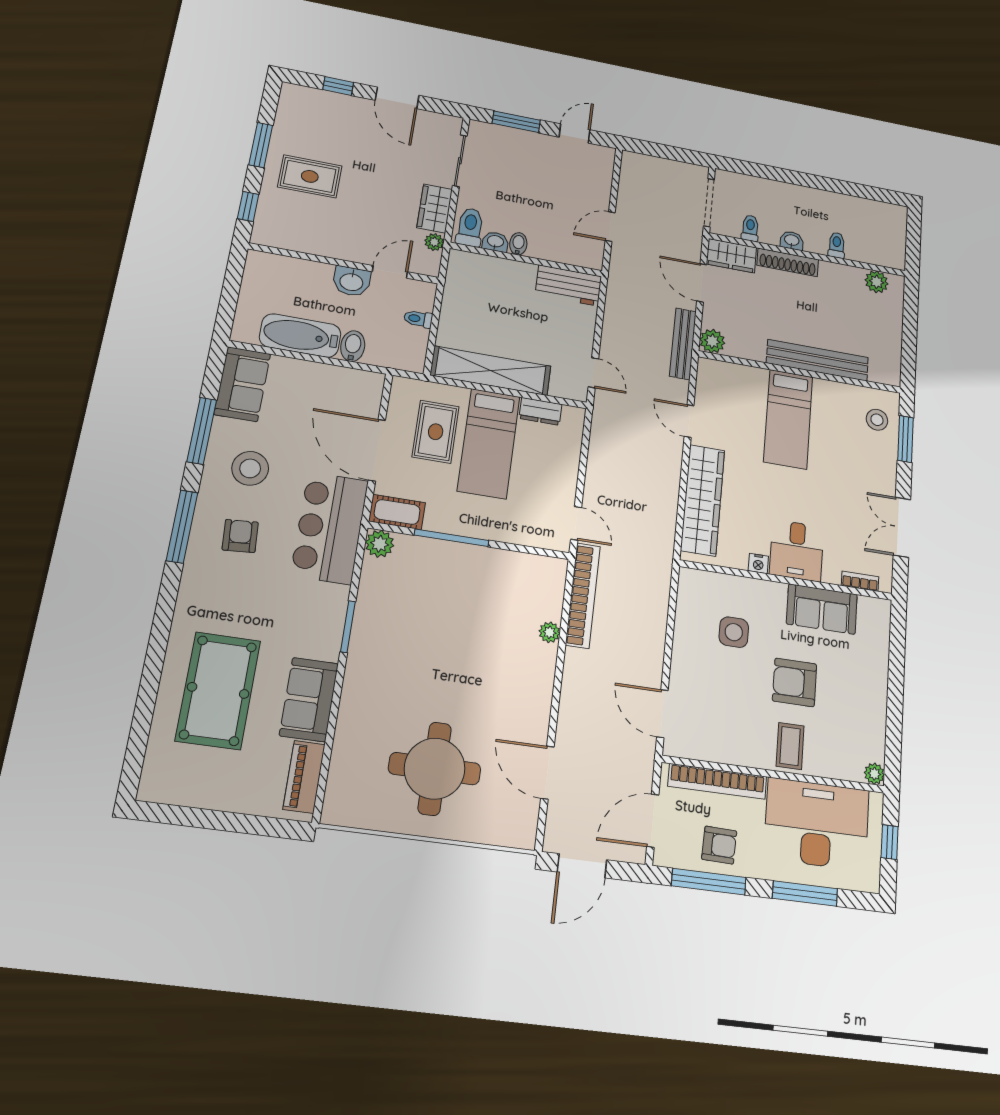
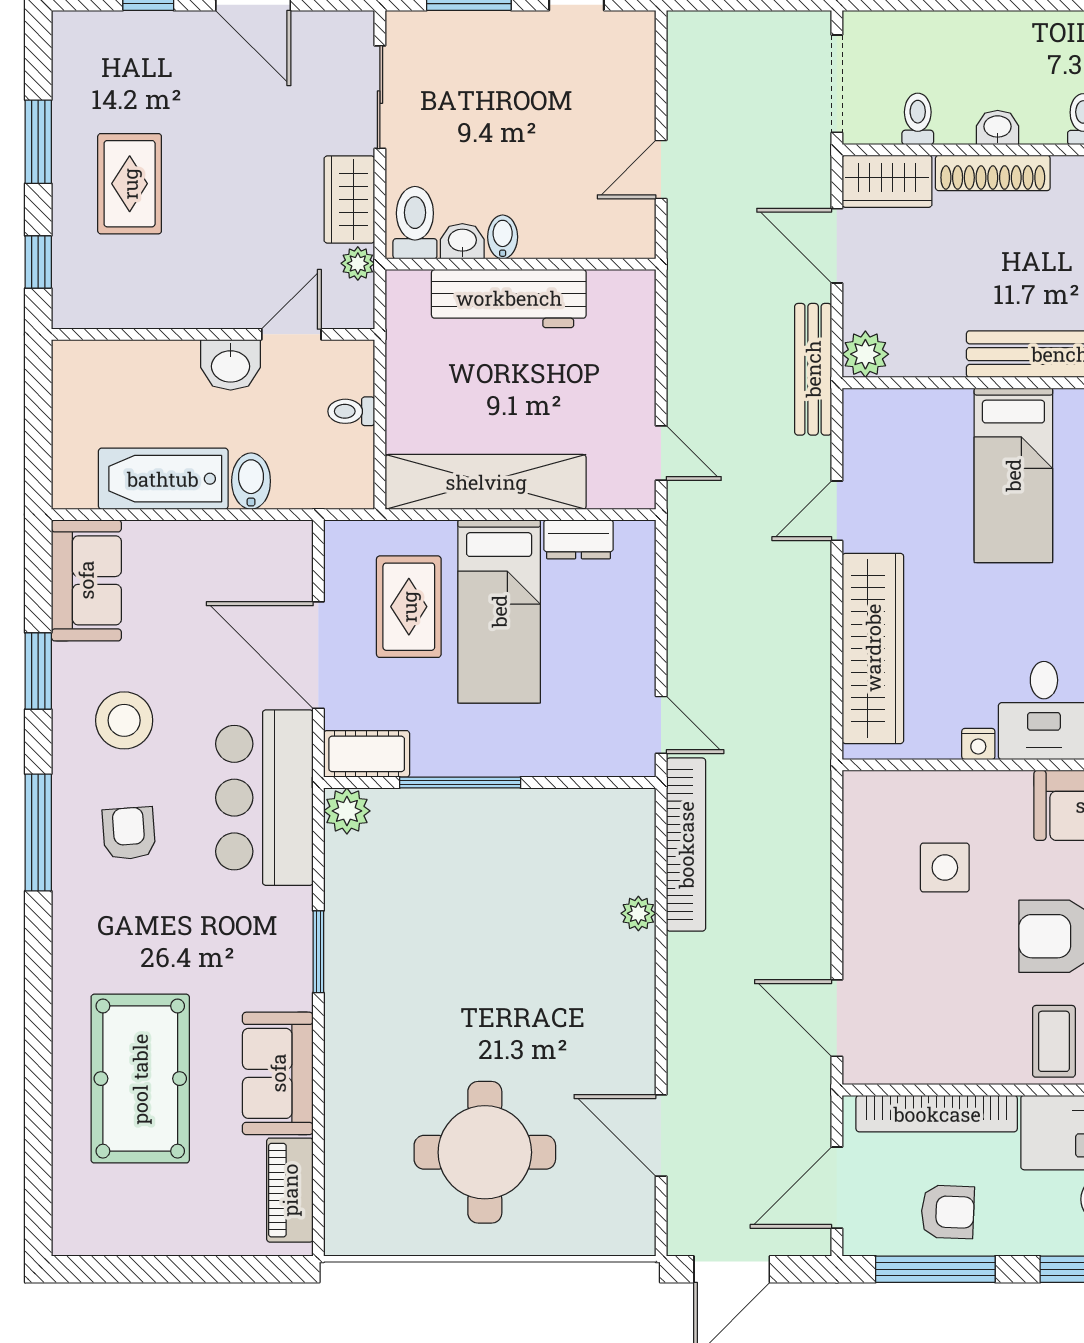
rug: (310, 176) -> (130, 184), turned 90
workbench: (568, 285) -> (509, 298), moved, width x1.38
door: (689, 421) -> (837, 511), hinge flipped
window: (202, 431) -> (38, 671), width x0.69

